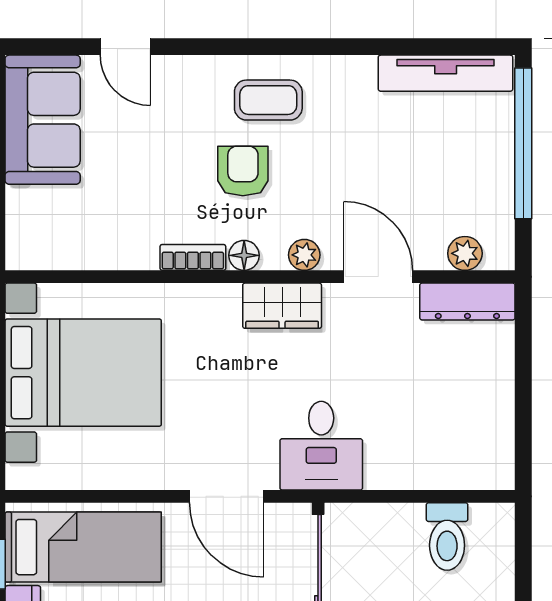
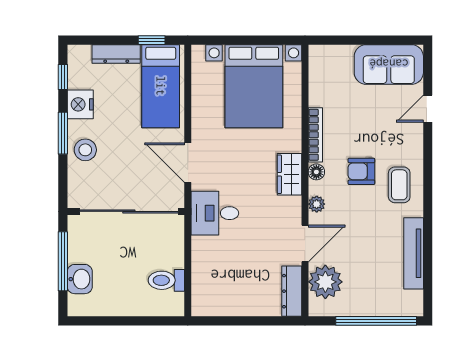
tv unit: (446, 73) -> (414, 253), moved
armchair: (243, 171) -> (361, 171), turned 180
plant: (465, 253) -> (325, 282), width x1.88, depth x1.88
bookcase: (193, 257) -> (315, 135), width x1.56
wardrobe: (282, 306) -> (290, 174), moved
door: (227, 496) -> (188, 163), hinge flipped

